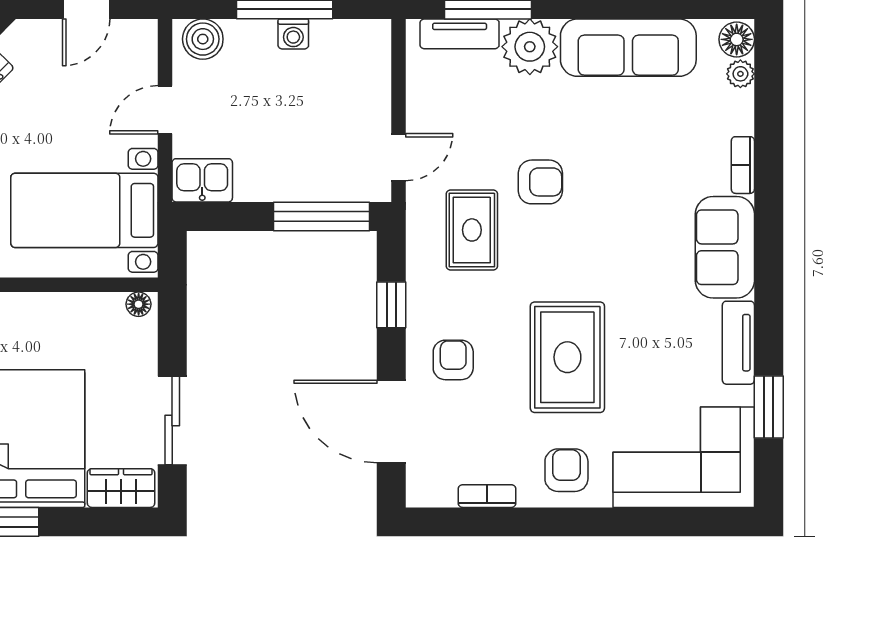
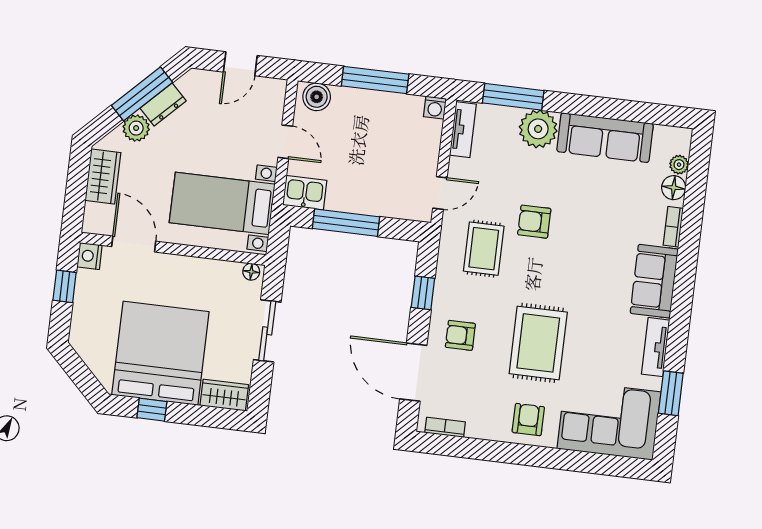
washing machine: (293, 34) -> (435, 108), moved
tv unit: (460, 34) -> (463, 130), moved, turned -90
floor lamp: (737, 39) -> (674, 188), moved
door: (165, 110) -> (285, 142), swing flipped
armchair: (540, 182) -> (534, 222), turned 180
window: (322, 216) -> (346, 223), moved
armchair: (453, 360) -> (460, 335), turned -90
sliding door: (172, 421) -> (267, 331), moved
bookcase: (487, 496) -> (445, 427), moved

